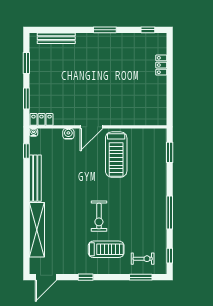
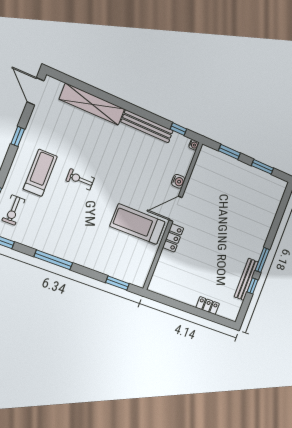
window: (148, 30) -> (252, 286), moved
bench: (56, 38) -> (246, 279), moved
locker: (41, 119) -> (173, 238), moved
door: (91, 127) -> (176, 209), hinge flipped
exercise bike: (99, 216) -> (80, 179), width x0.73, depth x0.72
treadmill: (106, 249) -> (40, 173), turned 180

